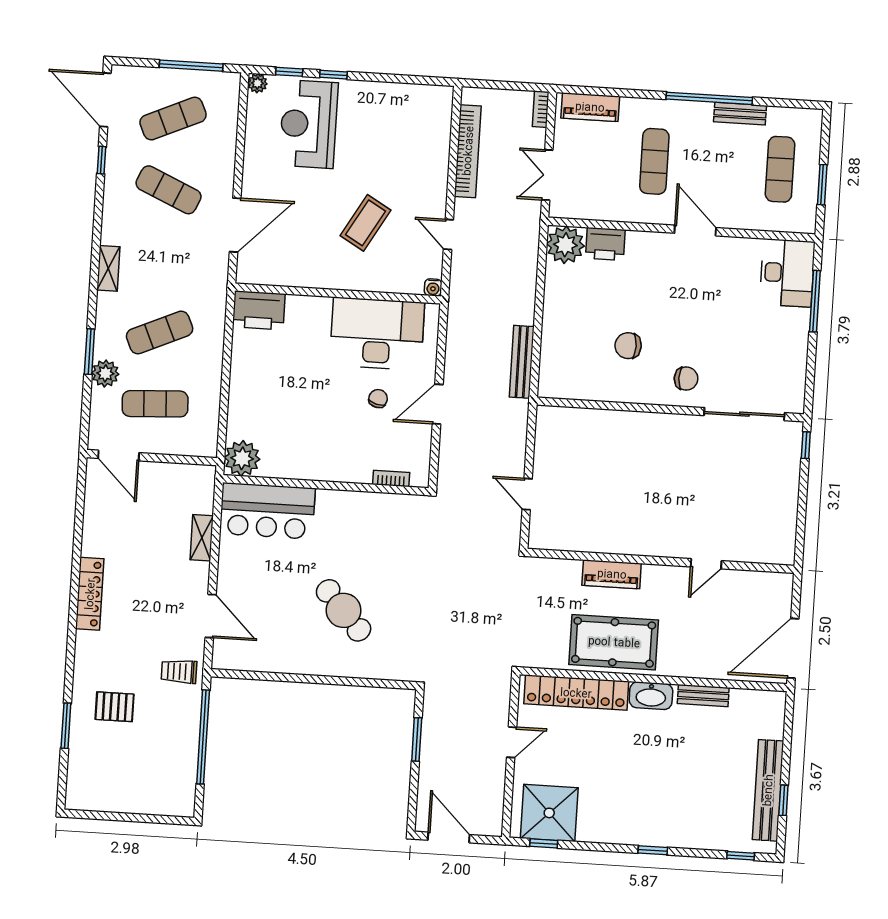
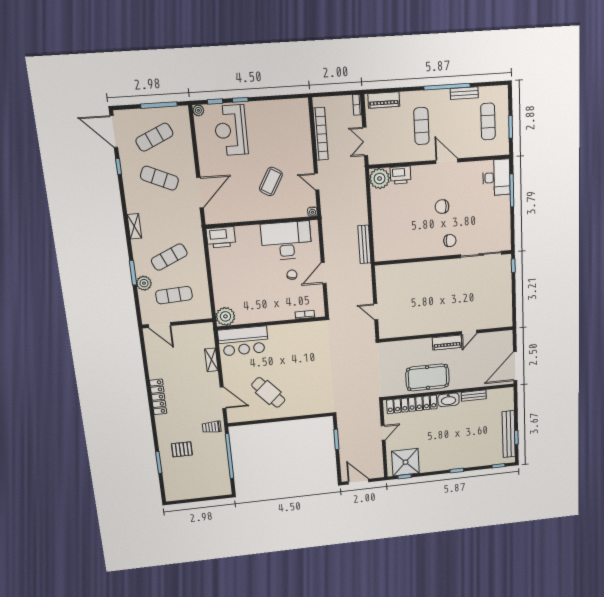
chair: (628, 346) -> (442, 207), moved
piano: (612, 574) -> (447, 343), moved
cafe table: (344, 610) -> (268, 392), moved

